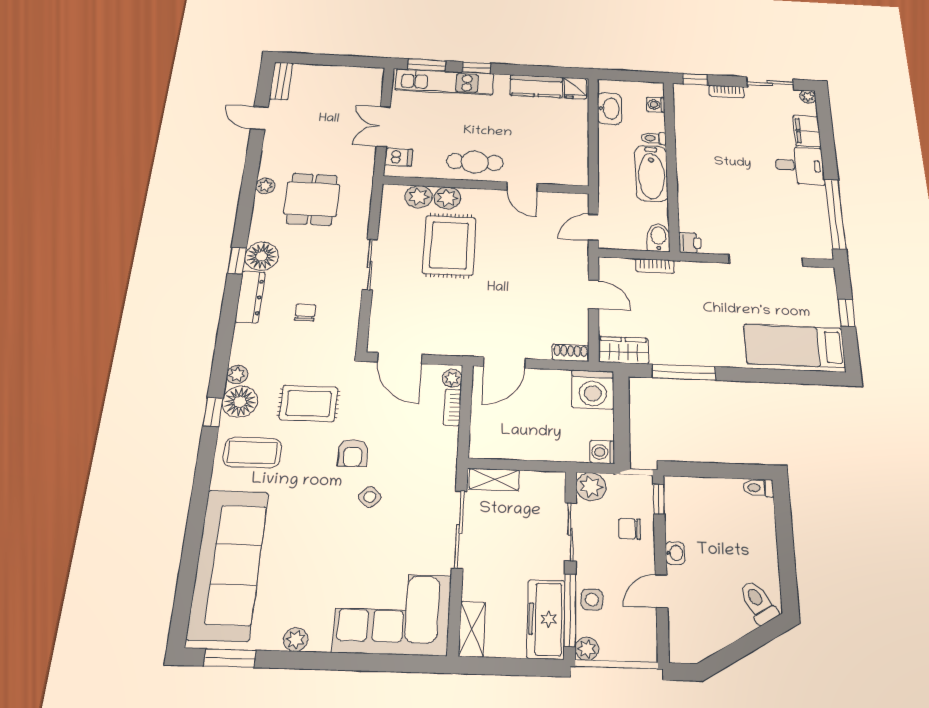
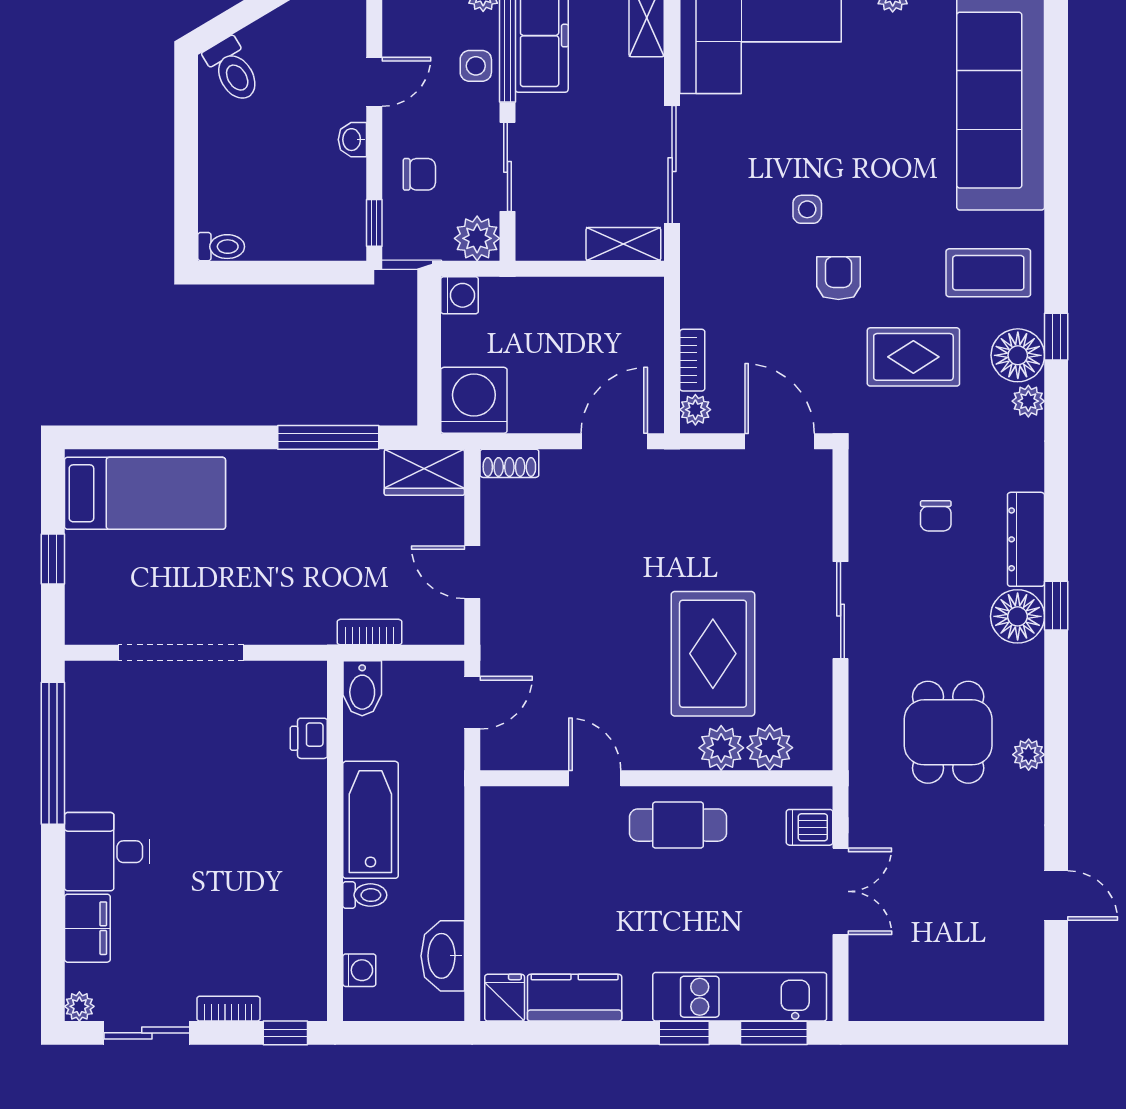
bench: (281, 81) -> (1028, 980), removed
printer: (690, 243) -> (309, 738), moved
side table: (370, 497) -> (807, 209), turned 45

